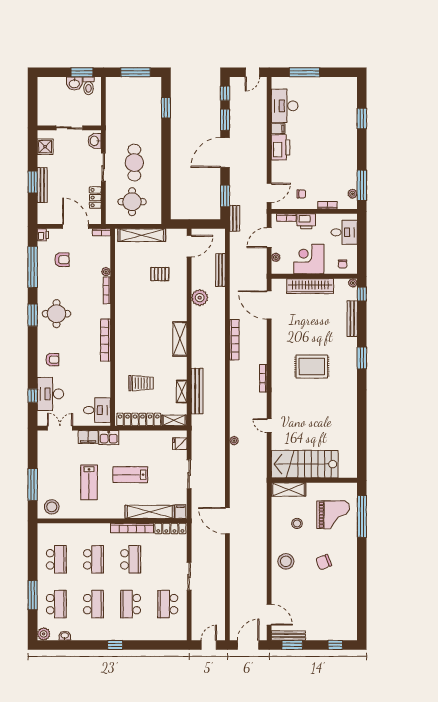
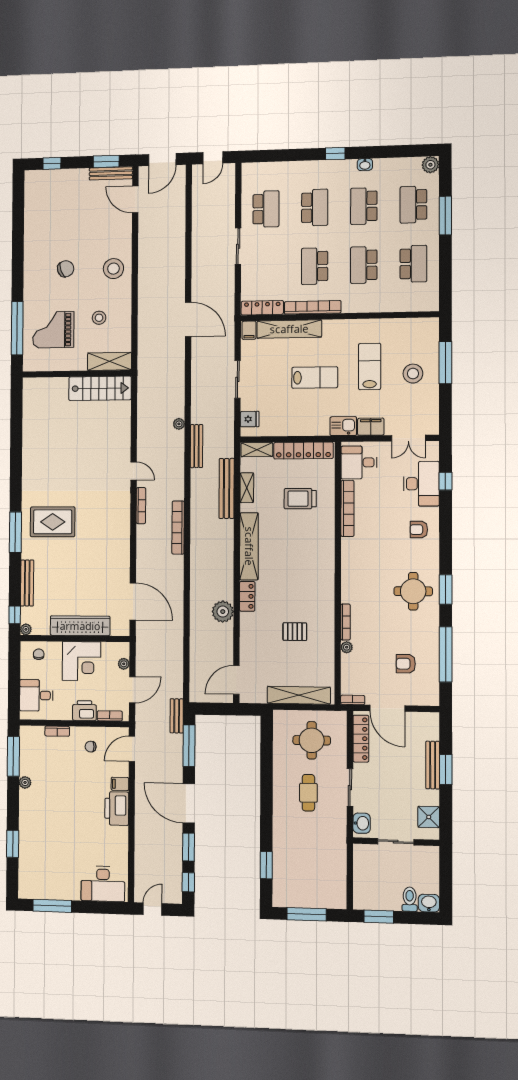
window: (305, 72) -> (52, 906), moved
washbasin: (74, 83) -> (429, 903), moved
toilet: (89, 86) -> (410, 899), moved
desk: (285, 106) -> (103, 884), moved, turned 90
filing cabinet: (278, 129) -> (120, 784), moved
door: (225, 153) -> (189, 803), swing flipped
cafe table: (134, 163) -> (308, 793), width x0.73, depth x0.74
plant: (352, 194) -> (25, 782), moved
window: (225, 196) -> (189, 746), width x1.44
locker: (95, 198) -> (361, 739), width x1.53
printer: (43, 235) -> (432, 698), removed
bench: (220, 270) -> (196, 446), moved
pallet: (160, 274) -> (295, 632), moved
locker: (181, 309) -> (247, 596), added
shelving: (180, 339) -> (249, 546), width x1.47
bookcase: (105, 340) -> (347, 508), moved
bookcase: (234, 340) -> (178, 528), moved
window: (362, 358) -> (15, 532), width x1.44
rug: (312, 367) -> (53, 522), moved
door: (269, 426) -> (134, 471), moved
stairs: (305, 464) -> (100, 388), width x0.73, depth x0.66
stool: (52, 507) -> (413, 374), moved
school desk: (56, 559) -> (413, 264), turned 180
washbasin: (65, 636) -> (365, 165), moved

